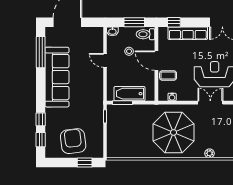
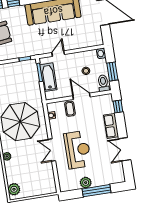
row of seats: (188, 33) -> (111, 126), width x0.68
door: (105, 60) -> (58, 54), moved
door: (156, 61) -> (81, 96), hinge flipped
double door: (210, 103) -> (52, 150), swing flipped

